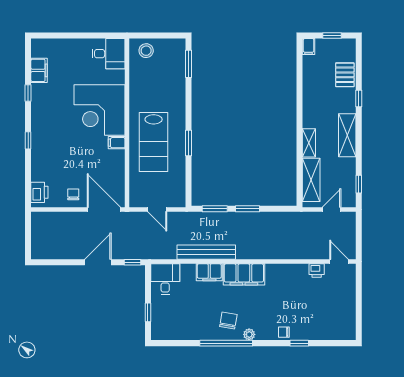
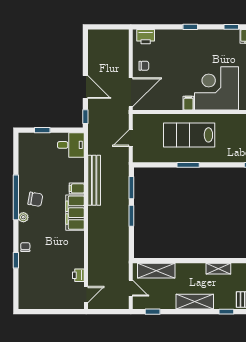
shelving: (309, 143) -> (218, 269), moved
filing cabinet: (209, 272) -> (77, 188), width x0.50

